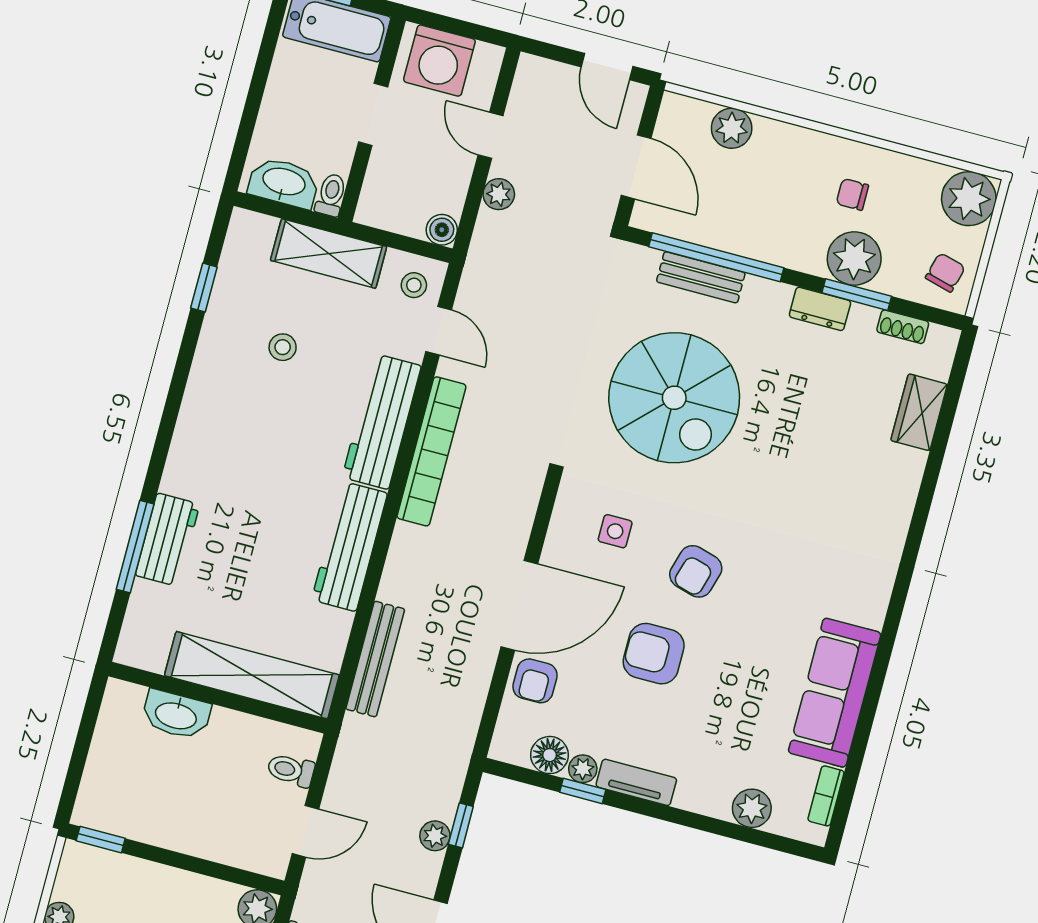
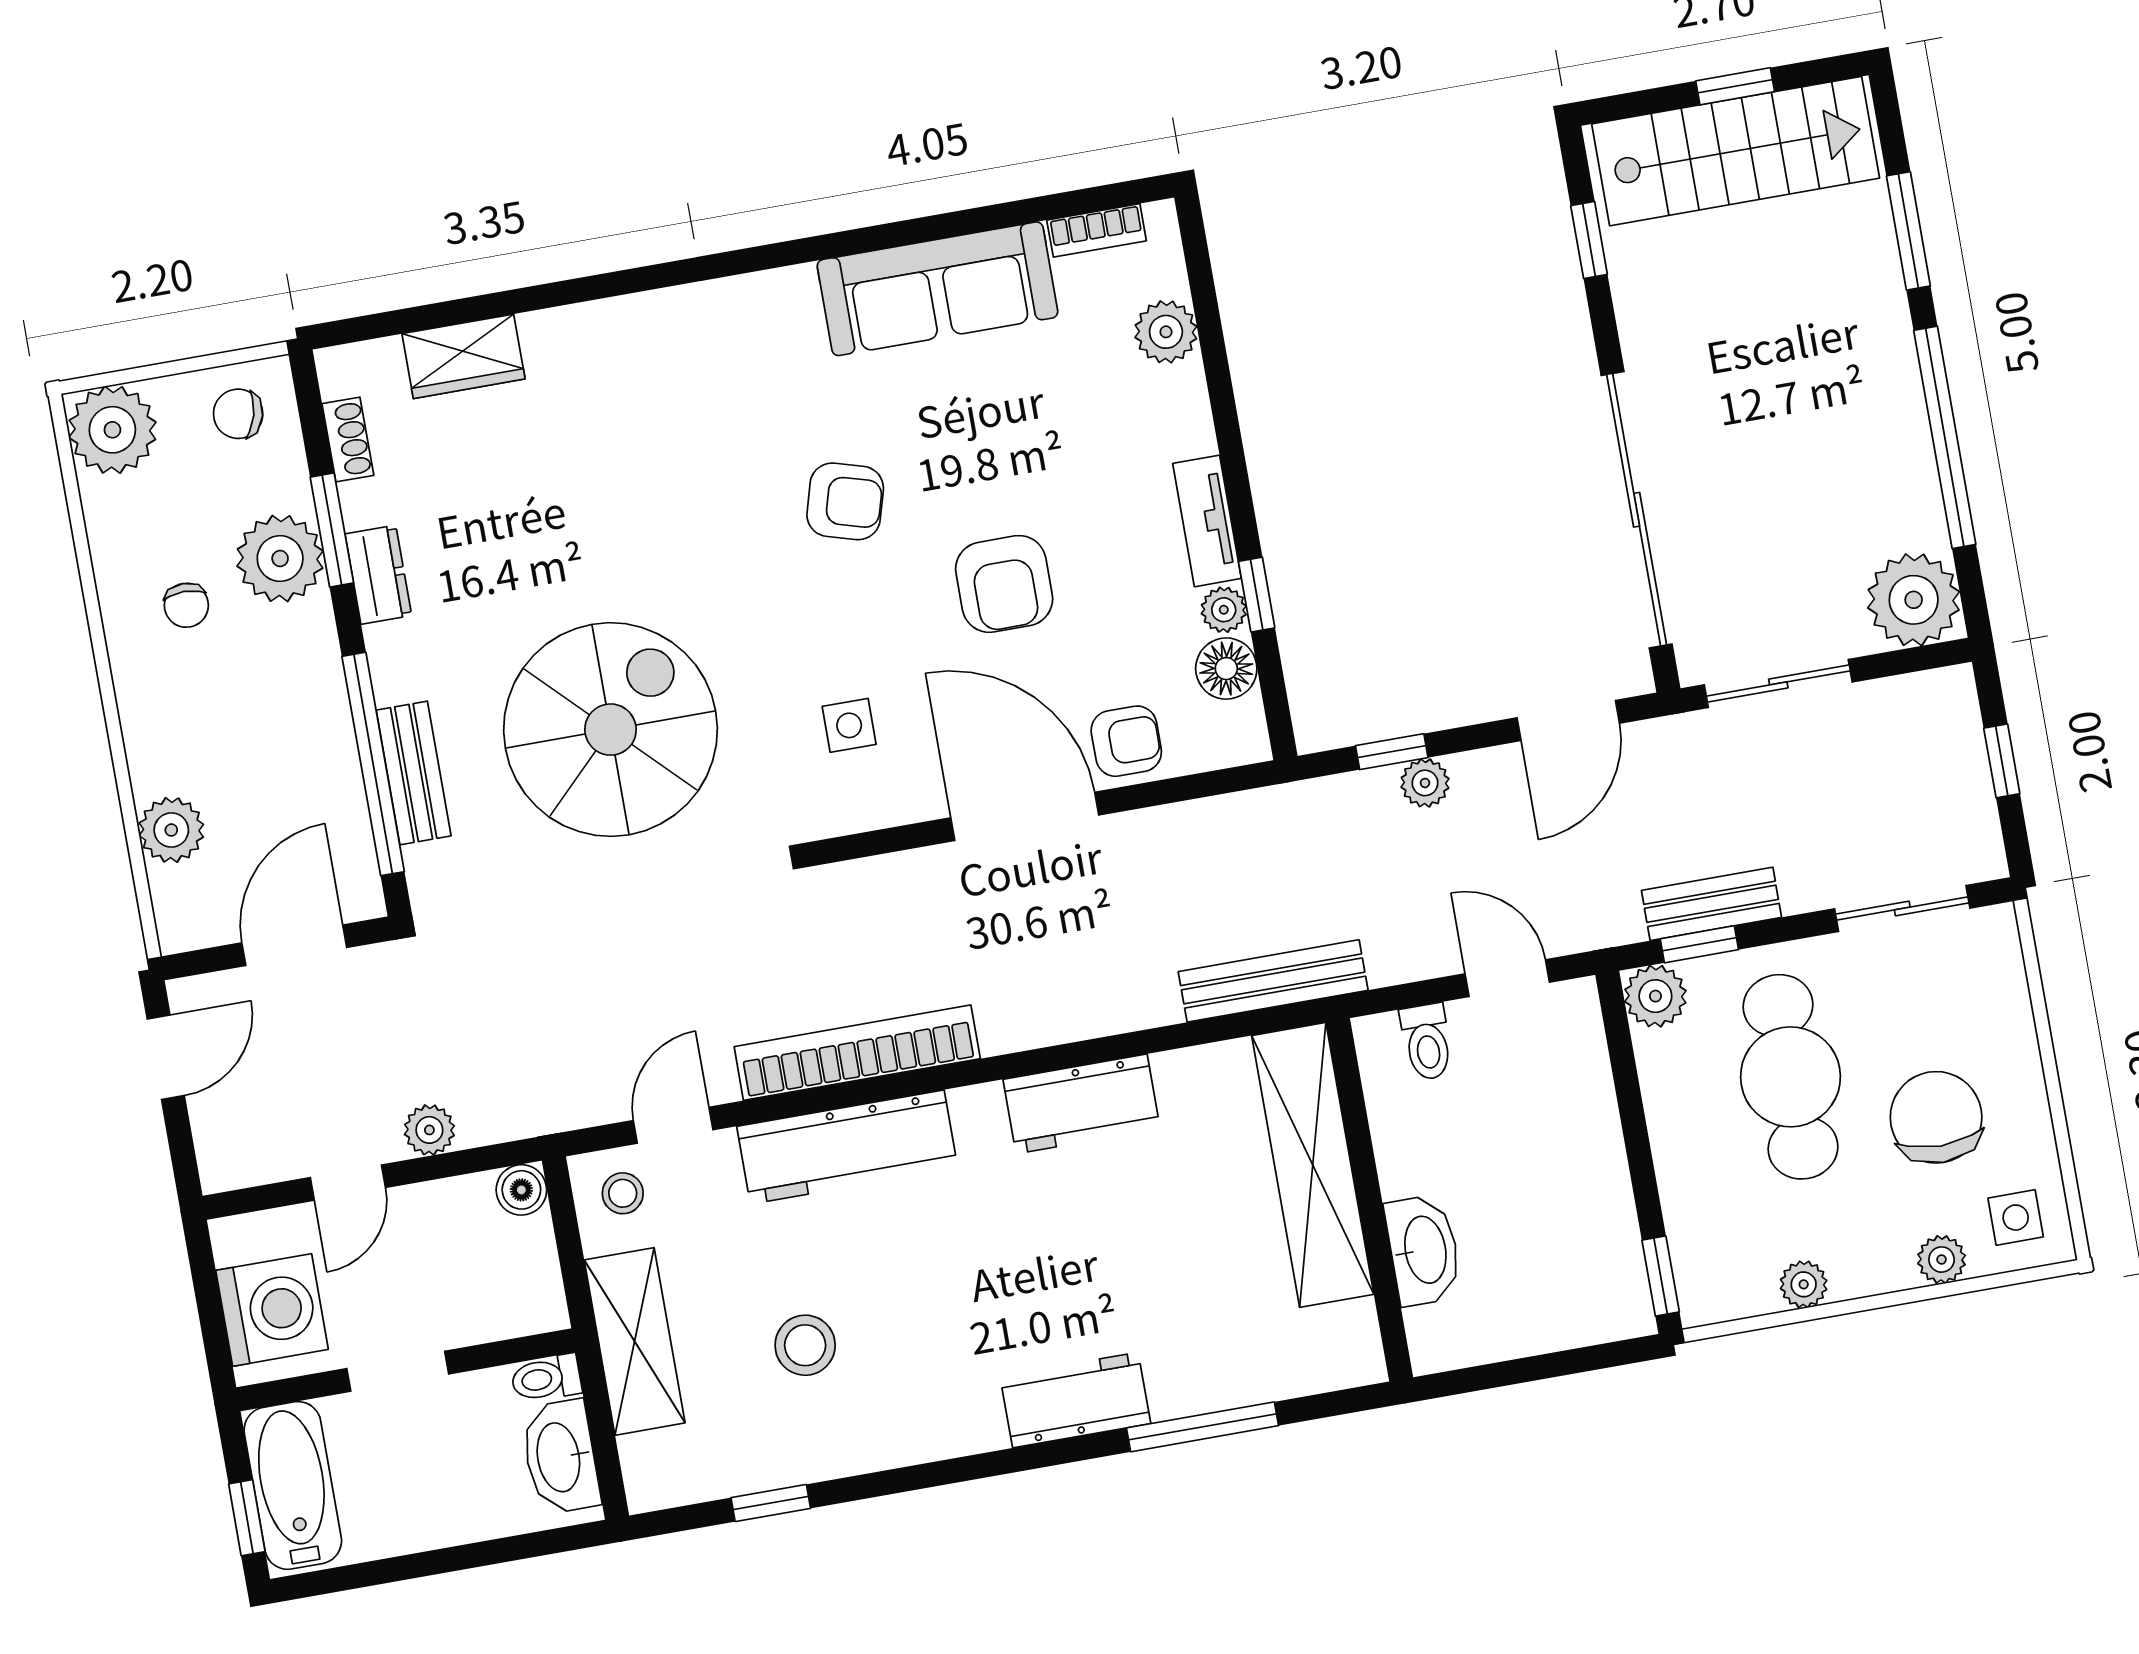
stool: (283, 347) -> (805, 1345), width x1.37, depth x1.37
workbench: (167, 540) -> (1075, 1400), moved
workbench: (350, 546) -> (1082, 1104), width x0.73
armchair: (696, 571) -> (845, 501), moved
bench: (375, 659) -> (1273, 981), moved

